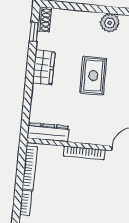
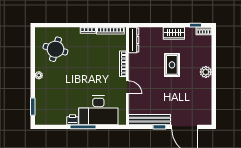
rug: (93, 75) -> (172, 65), turned 90

